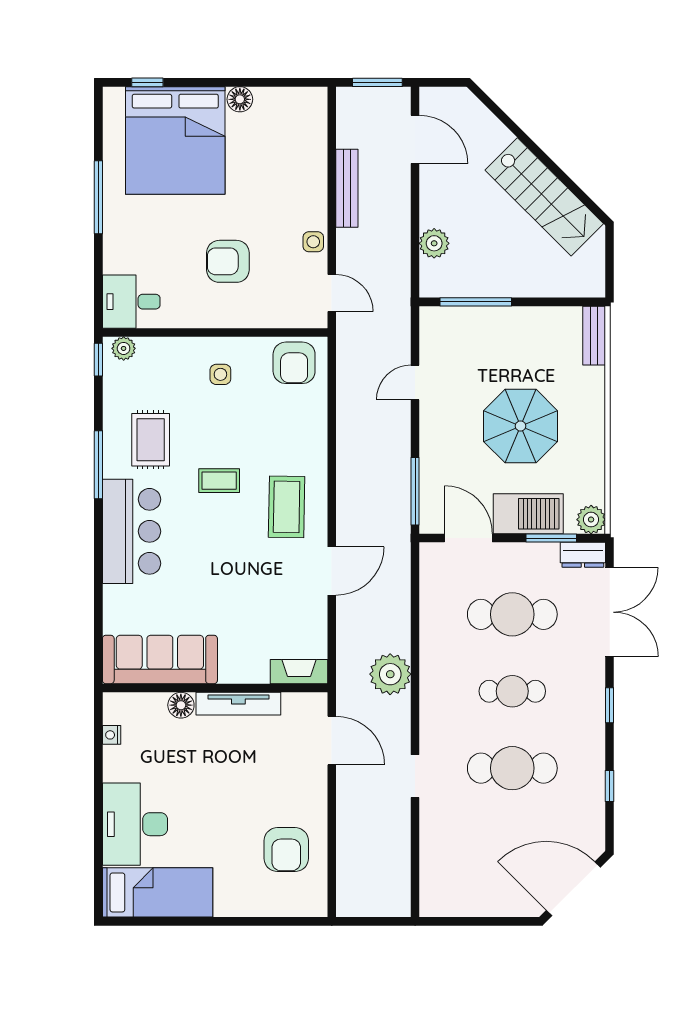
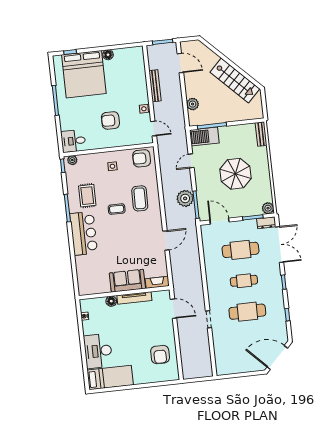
armchair: (294, 363) -> (142, 158), turned 90
coffee table: (287, 507) -> (140, 198), moved
barbecue: (528, 514) -> (204, 136), moved, turned 180
sofa: (160, 659) -> (127, 281), moved, width x0.73
plant: (390, 674) -> (185, 198), moved

